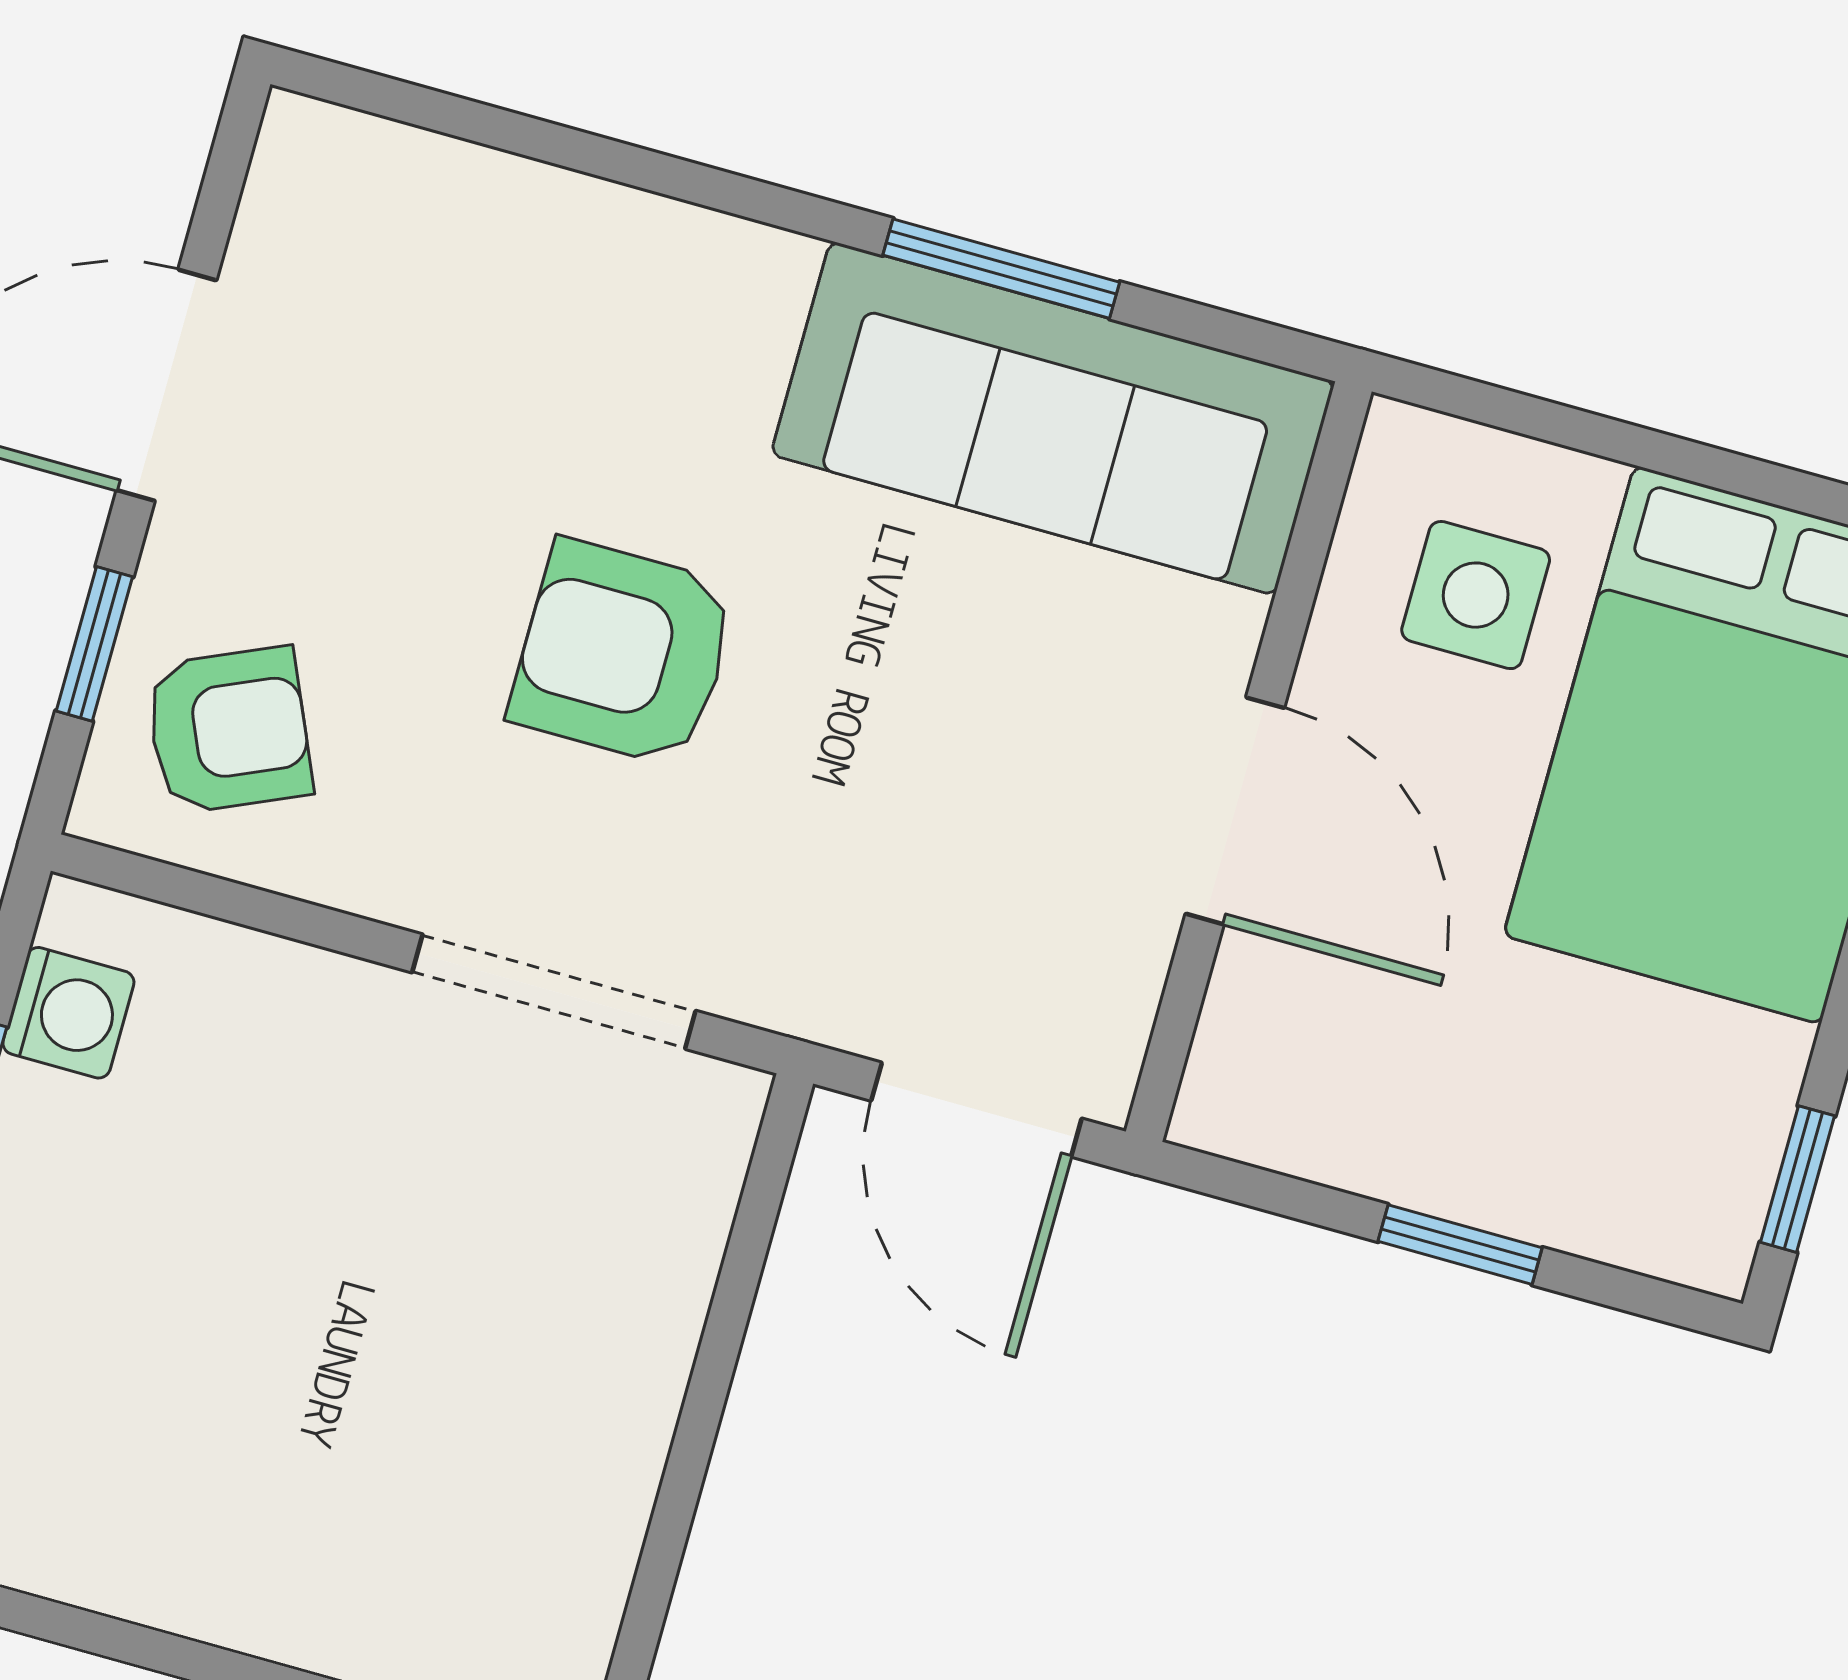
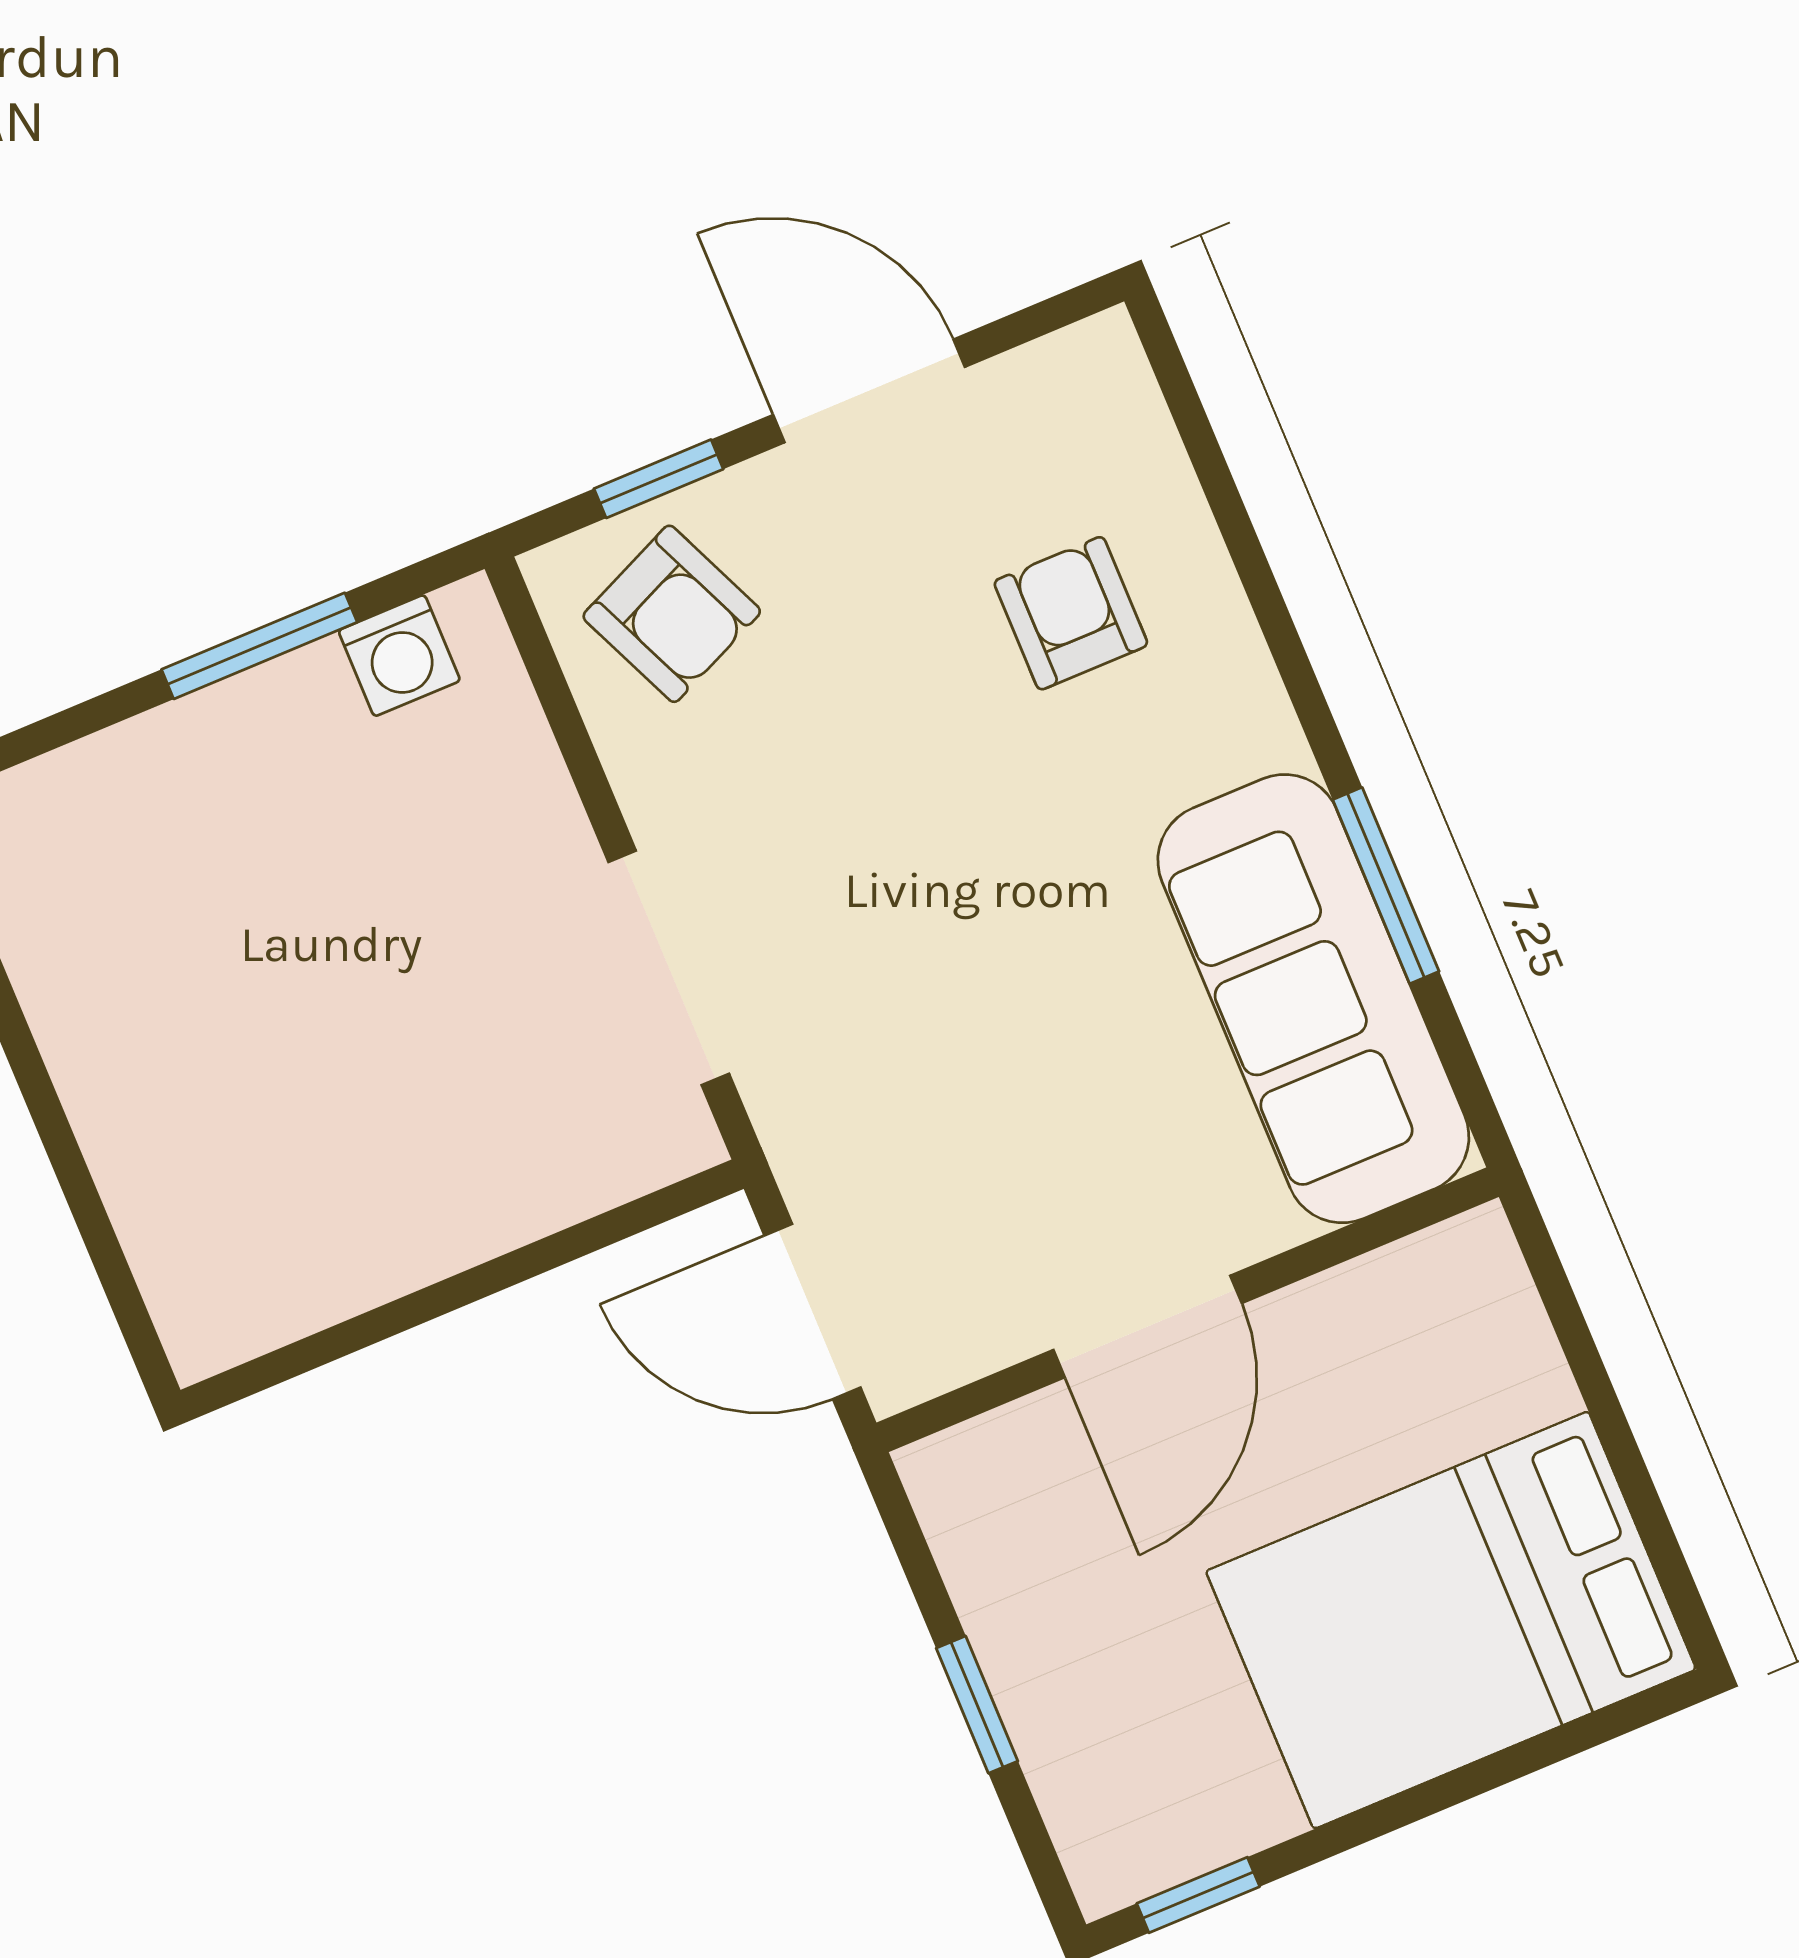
side table: (1476, 595) -> (1418, 1373), removed
armchair: (623, 653) -> (1071, 613), moved, width x0.72, depth x0.72
door: (976, 1110) -> (812, 1311), hinge flipped

